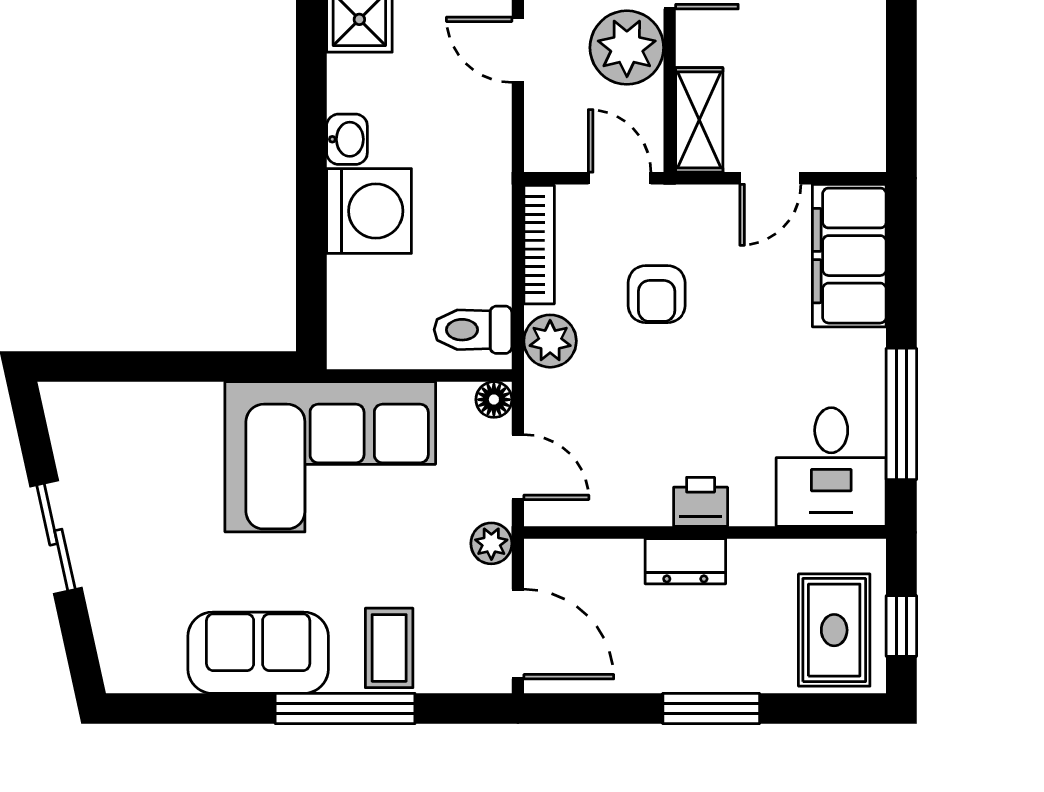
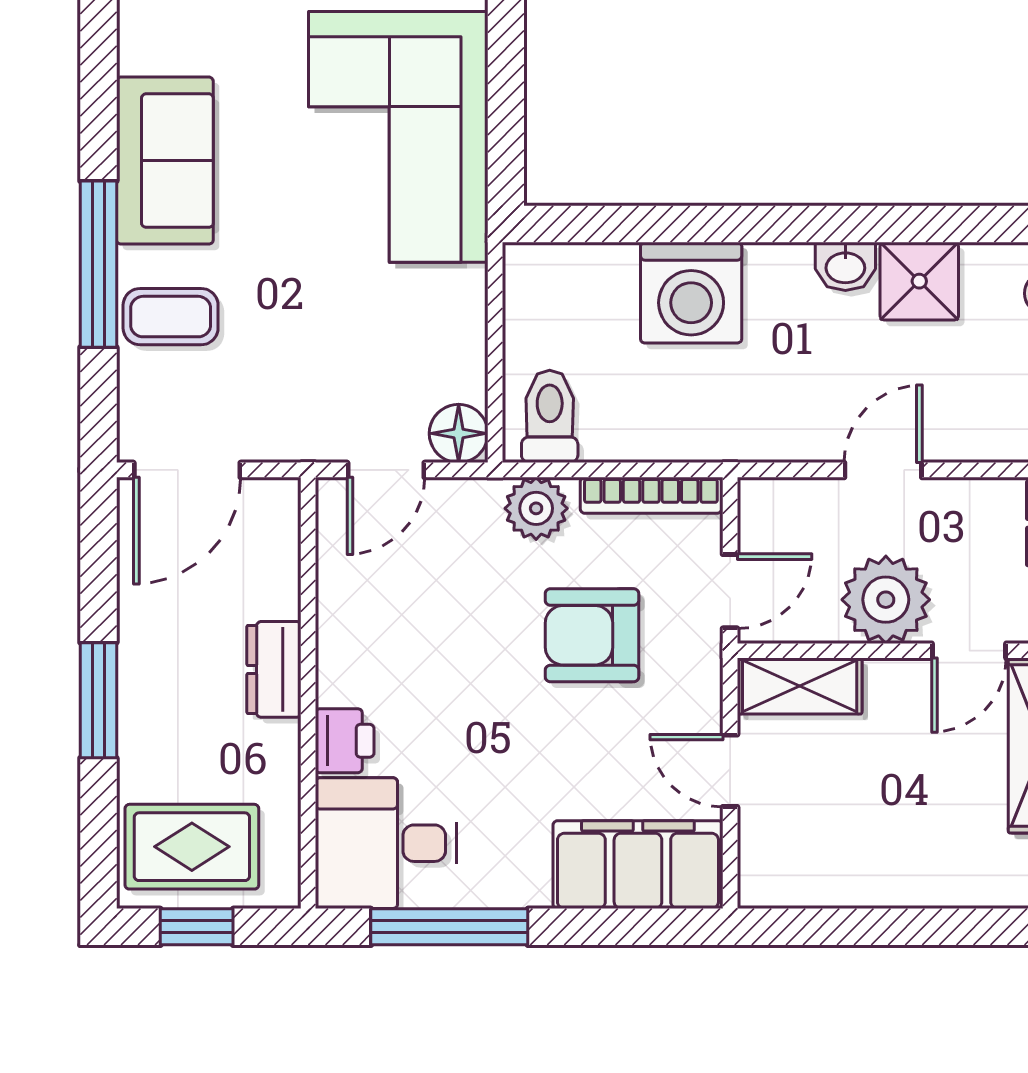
washbasin: (347, 139) -> (845, 266), moved
armchair: (657, 294) -> (592, 635), width x1.38, depth x1.38
floor lamp: (494, 400) -> (459, 433), width x1.37, depth x1.37
corner sofa: (330, 457) -> (398, 137), moved
printer: (701, 502) -> (345, 741), moved
plant: (491, 543) -> (295, 438), removed

